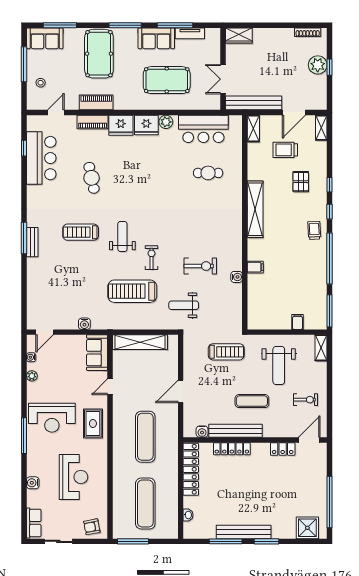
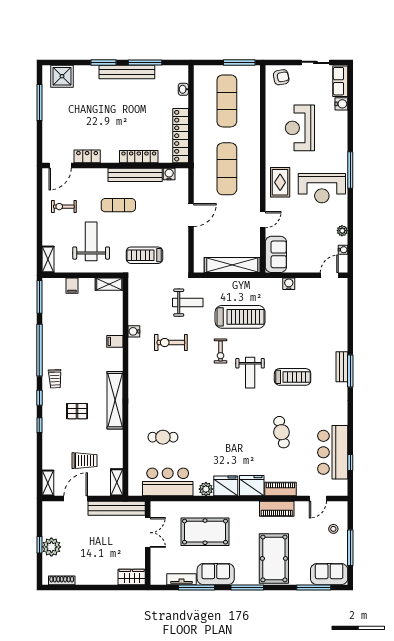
pallet: (301, 182) -> (77, 411), moved, turned 90
shelving: (261, 323) -> (109, 284), added
reception desk: (52, 418) -> (322, 188), turned 180
water cooler: (33, 483) -> (341, 104), moved
window: (330, 502) -> (39, 102), width x0.68

